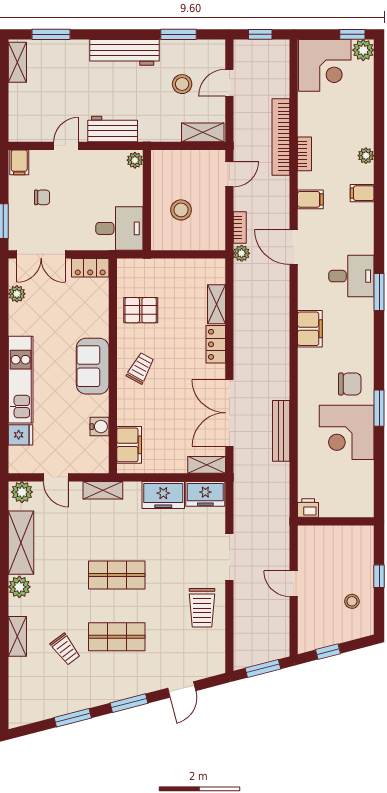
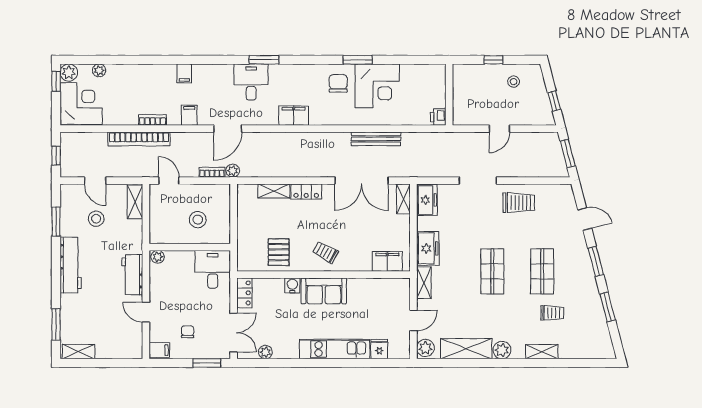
plant: (366, 156) -> (99, 70), moved
water cooler: (99, 427) -> (292, 285), moved
freezer: (163, 495) -> (428, 248), moved
trolley: (65, 649) -> (552, 313), turned 37

